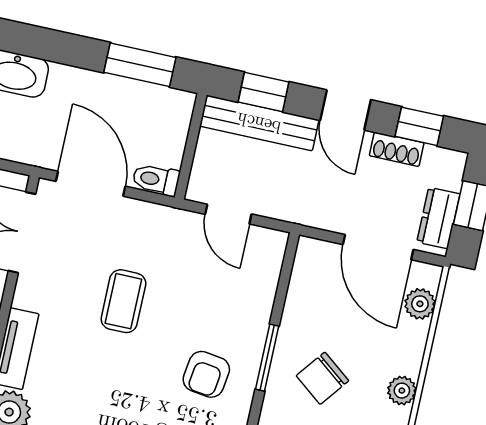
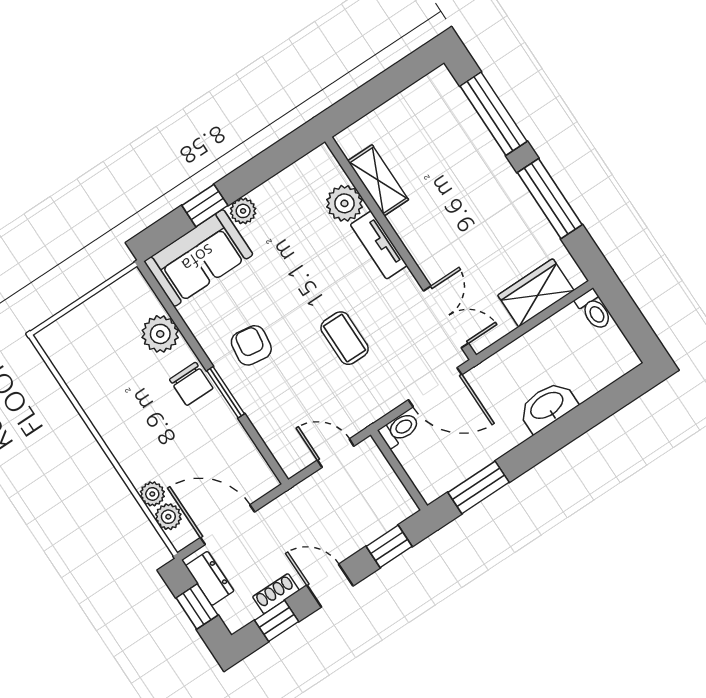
bench: (259, 123) -> (373, 526), removed
chair: (322, 378) -> (191, 384), moved, turned 142
plant: (402, 391) -> (152, 494), moved

